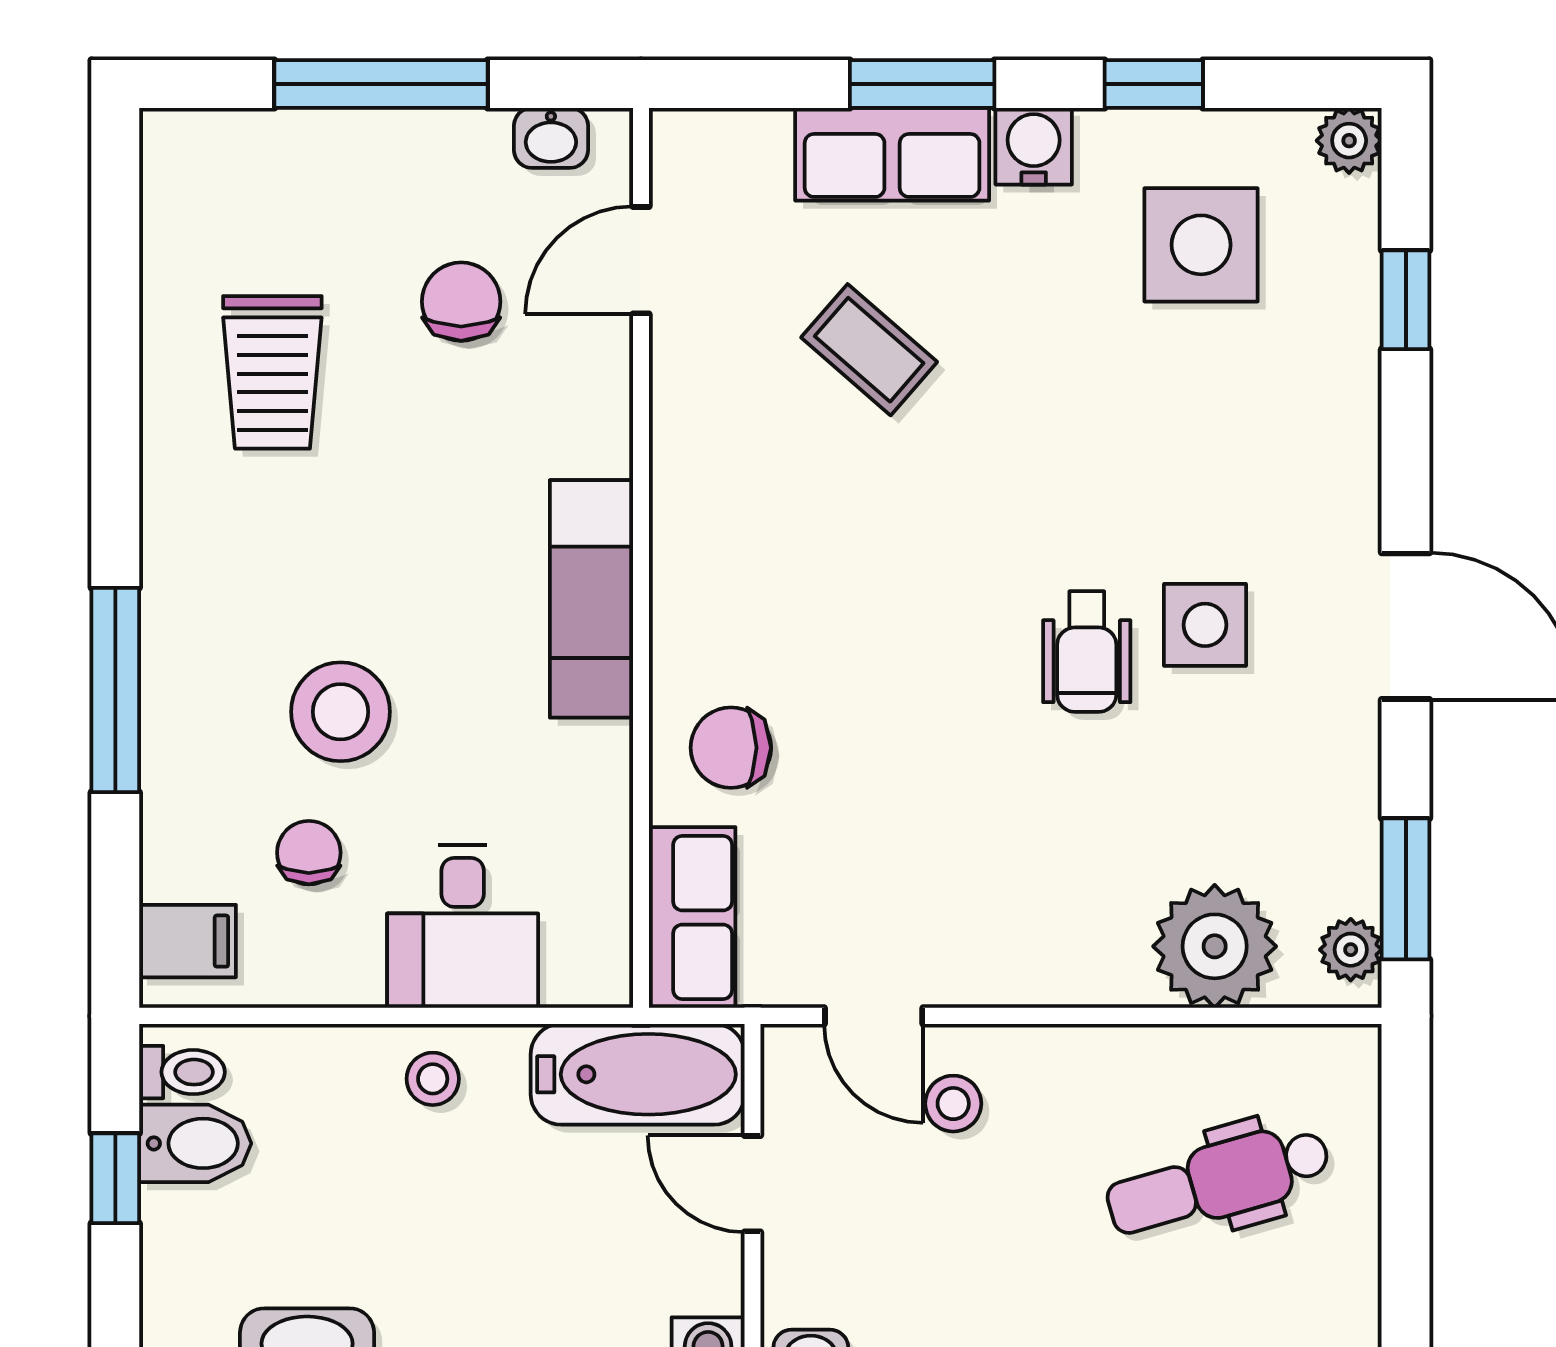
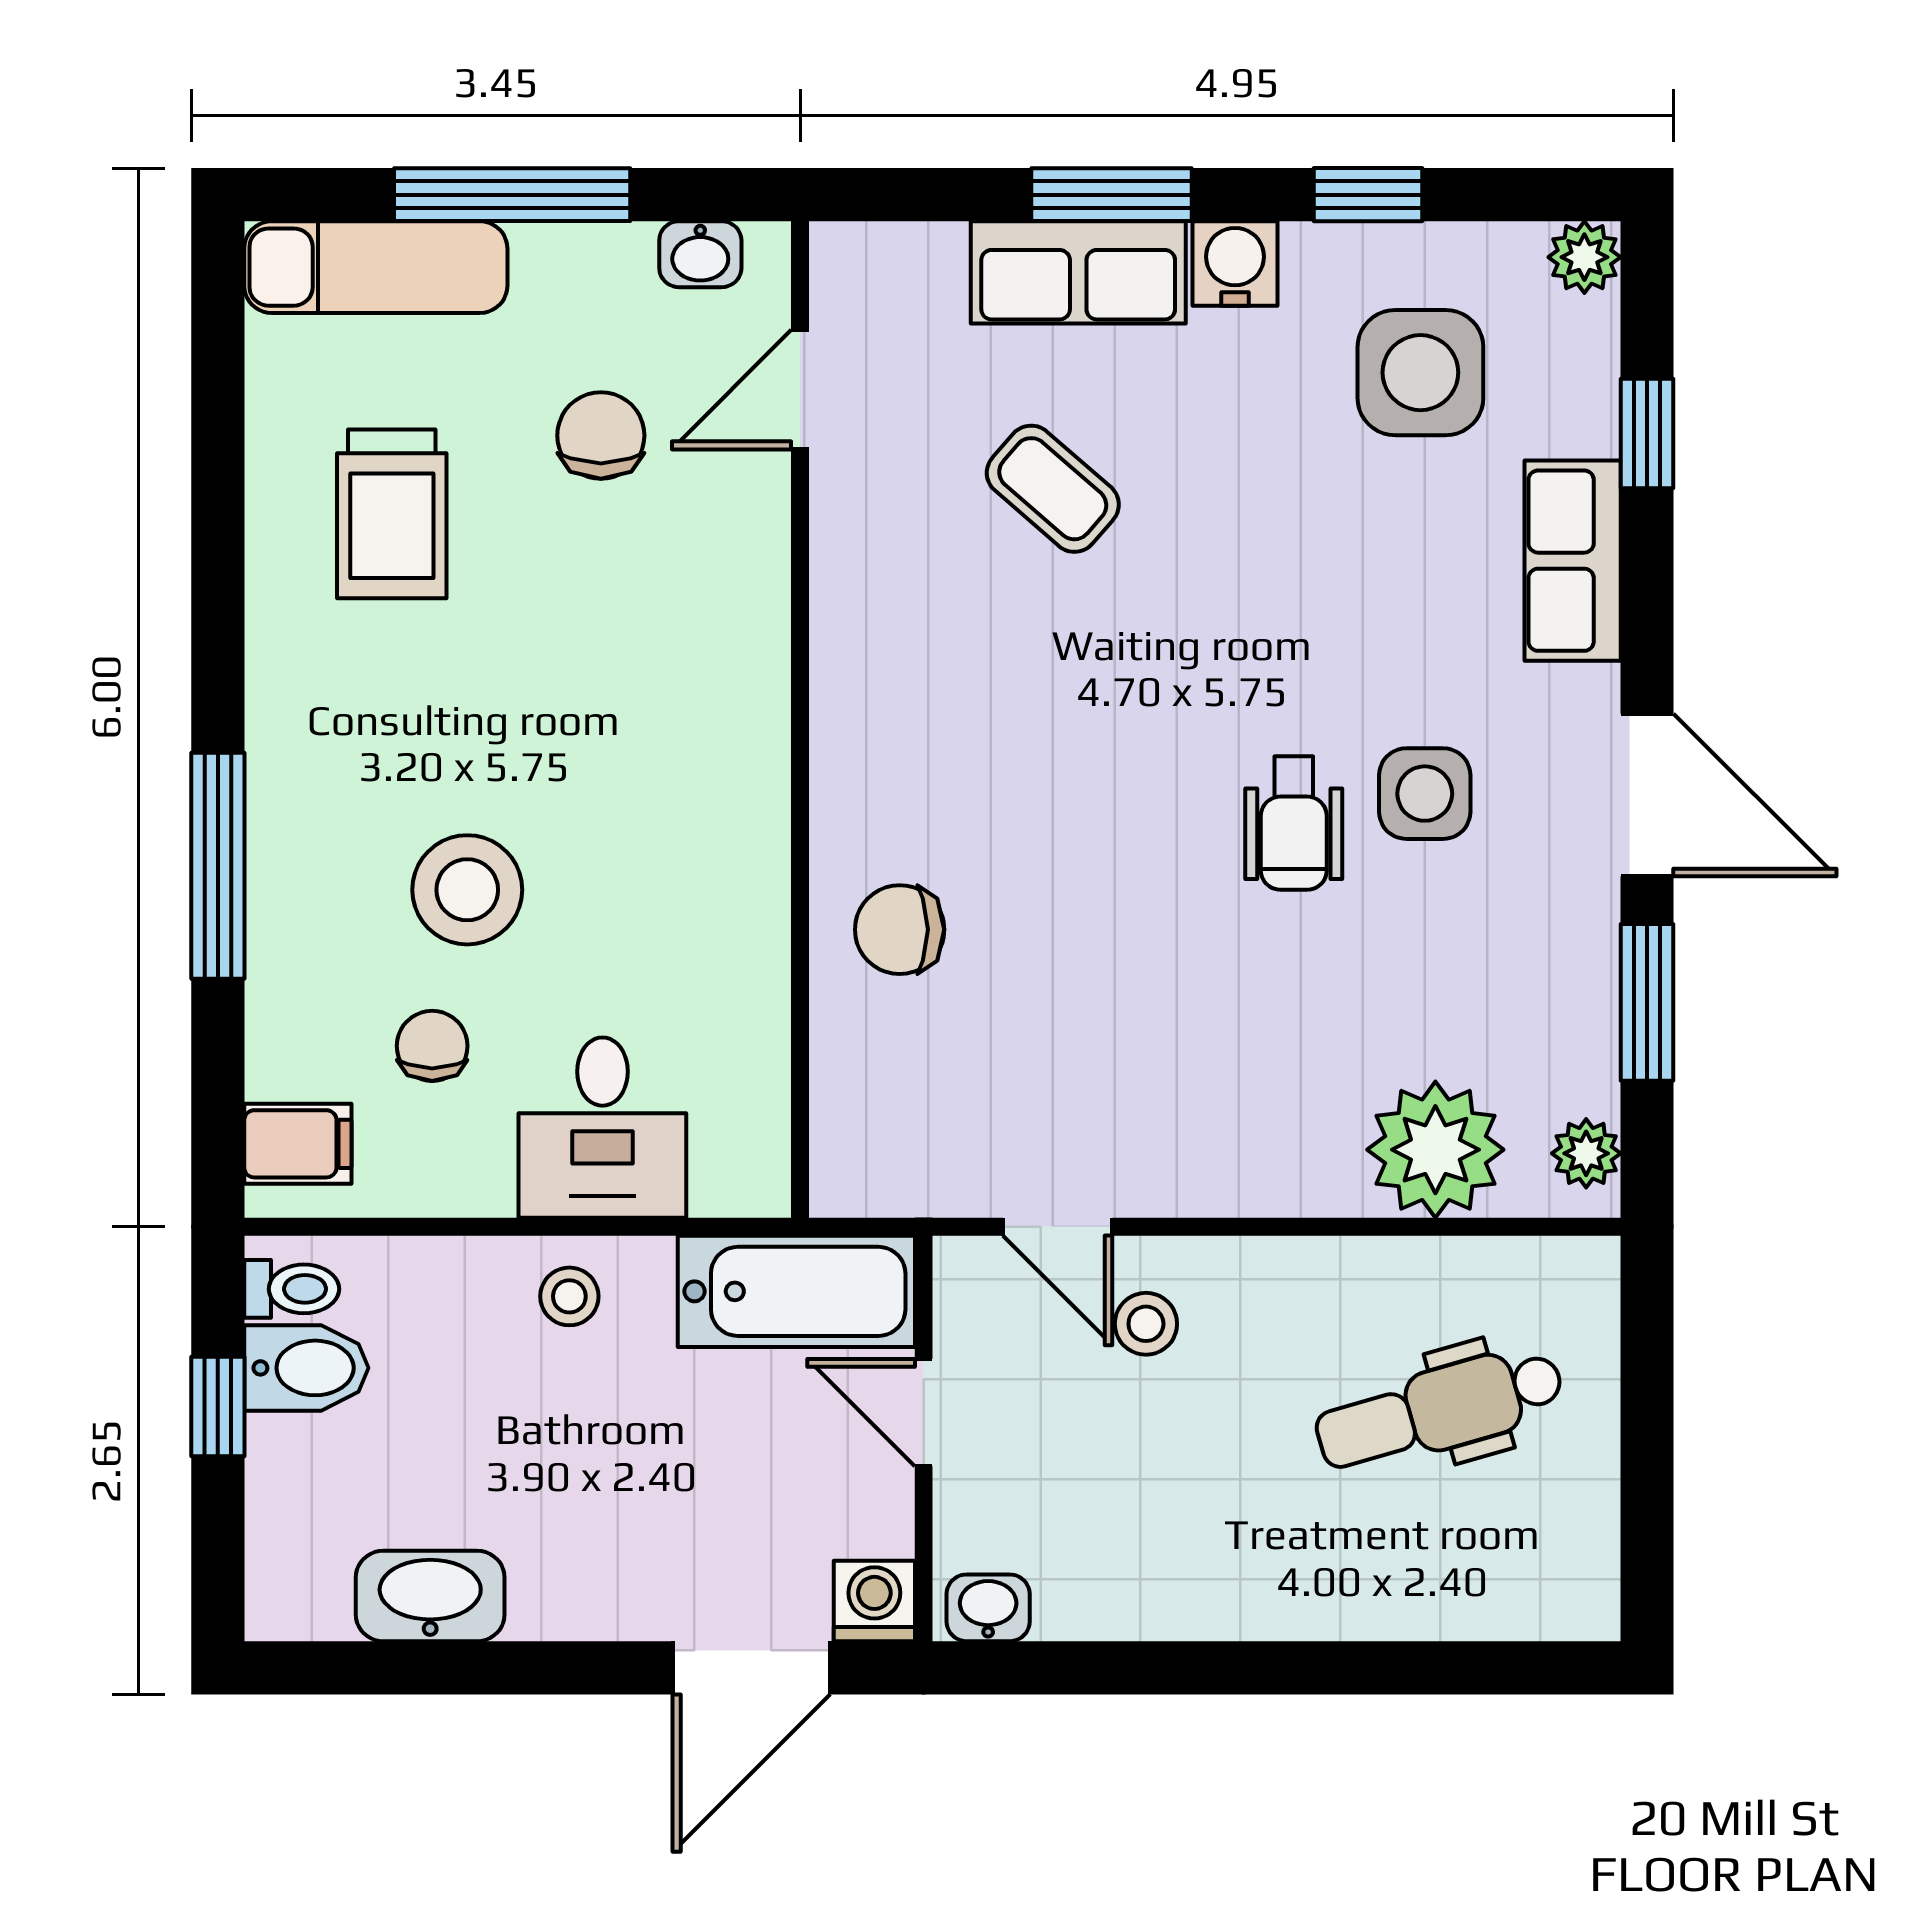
exam couch: (591, 599) -> (376, 267), moved, turned -90
window: (1406, 889) -> (1647, 1002), moved
row of seats: (692, 918) -> (1573, 561), moved, turned 180

